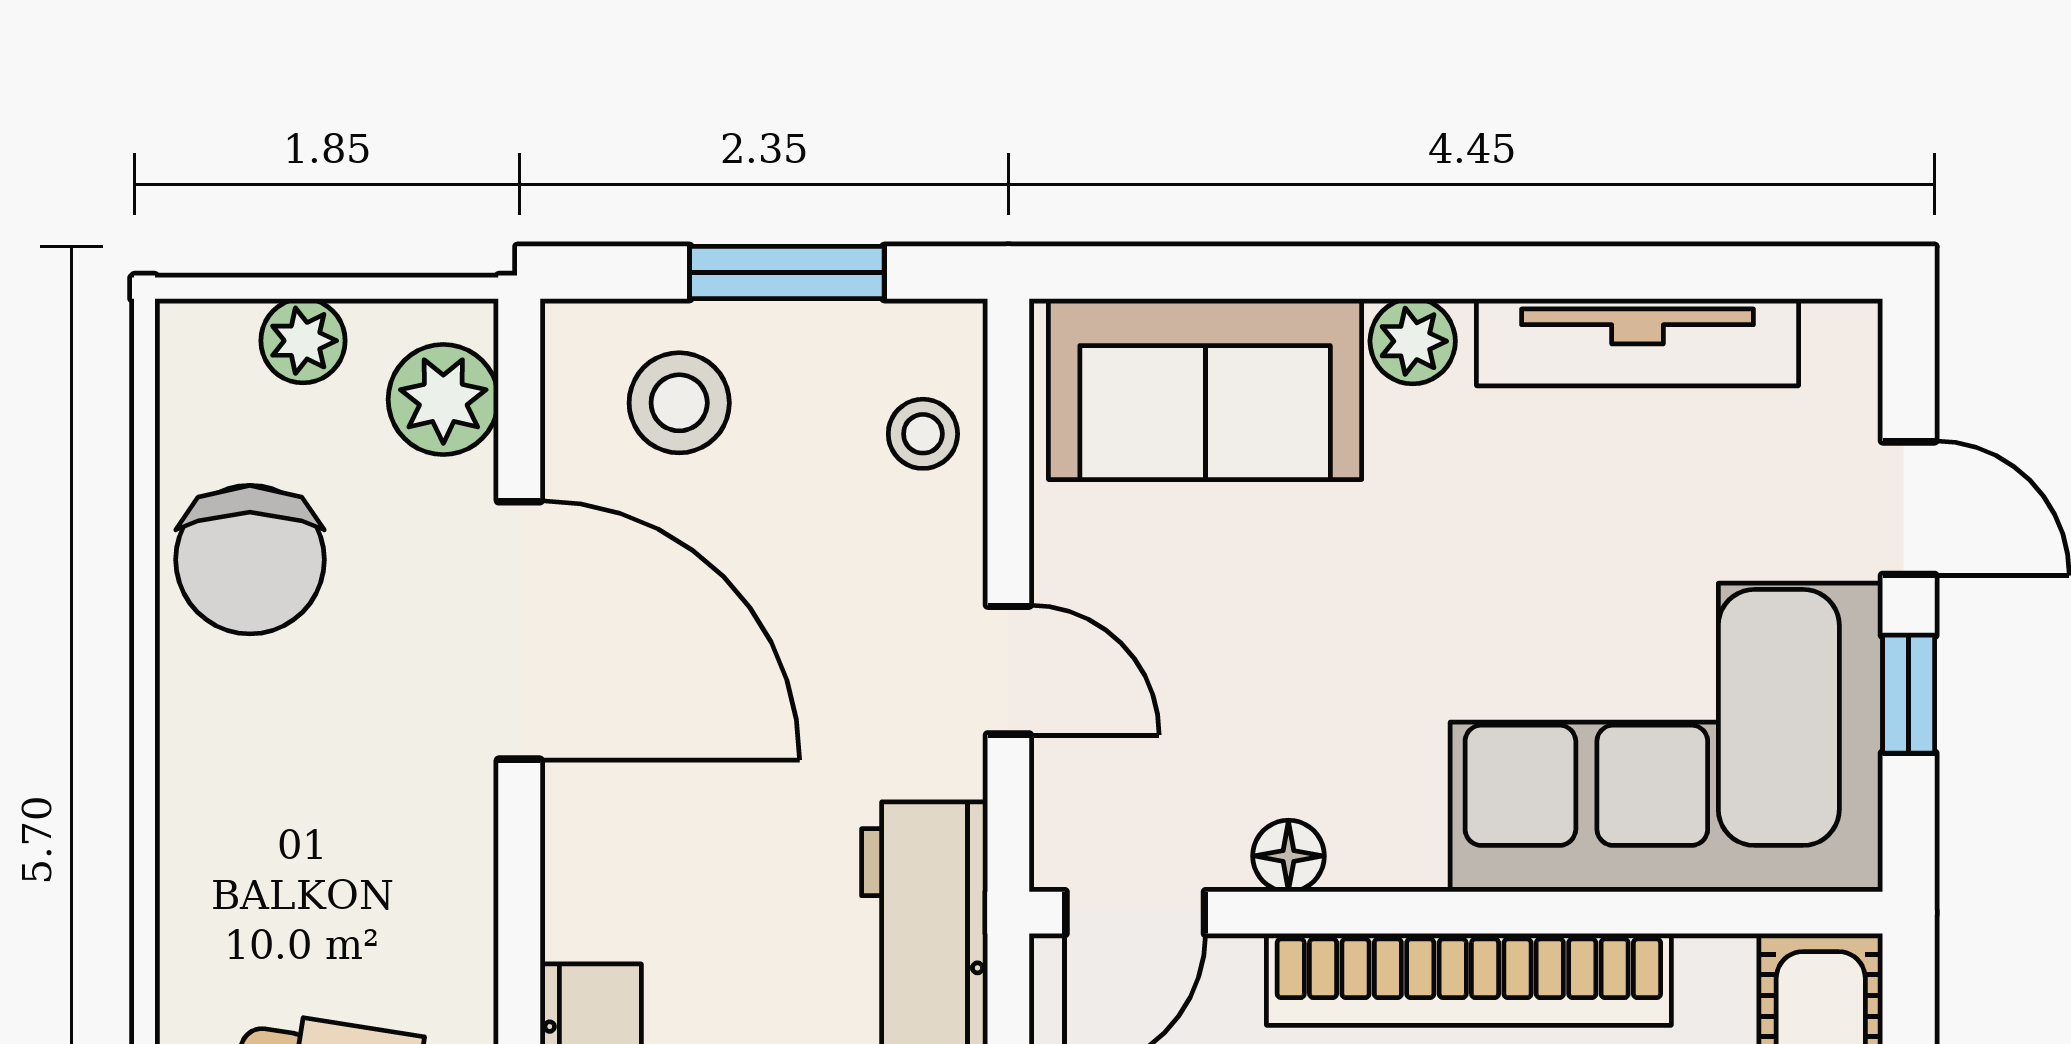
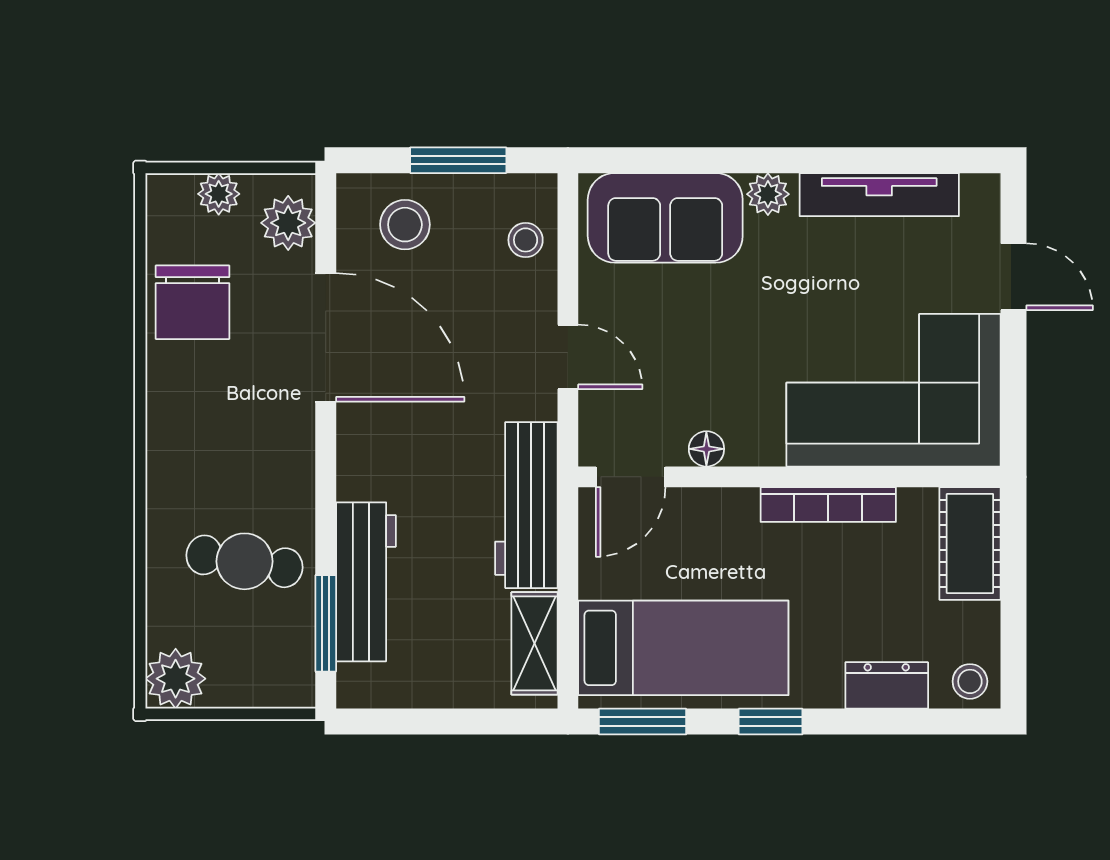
window: (1909, 694) -> (1013, 369), removed
bookcase: (1469, 979) -> (828, 505), width x0.68, depth x0.76

